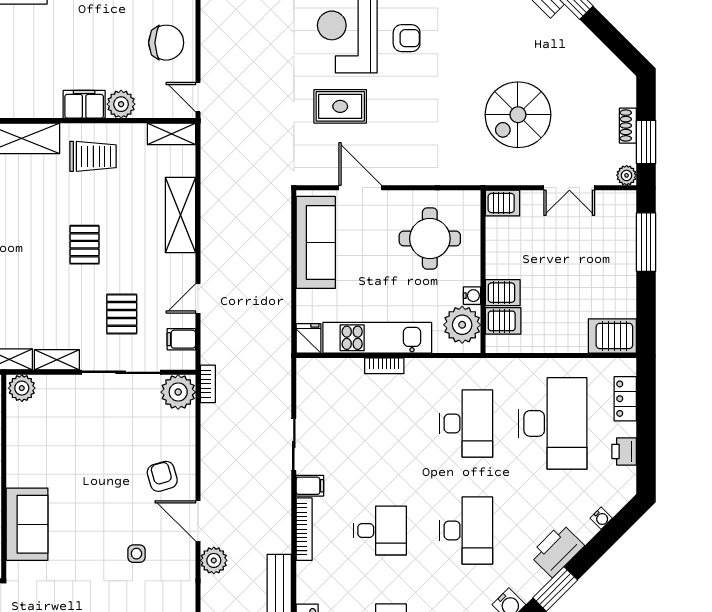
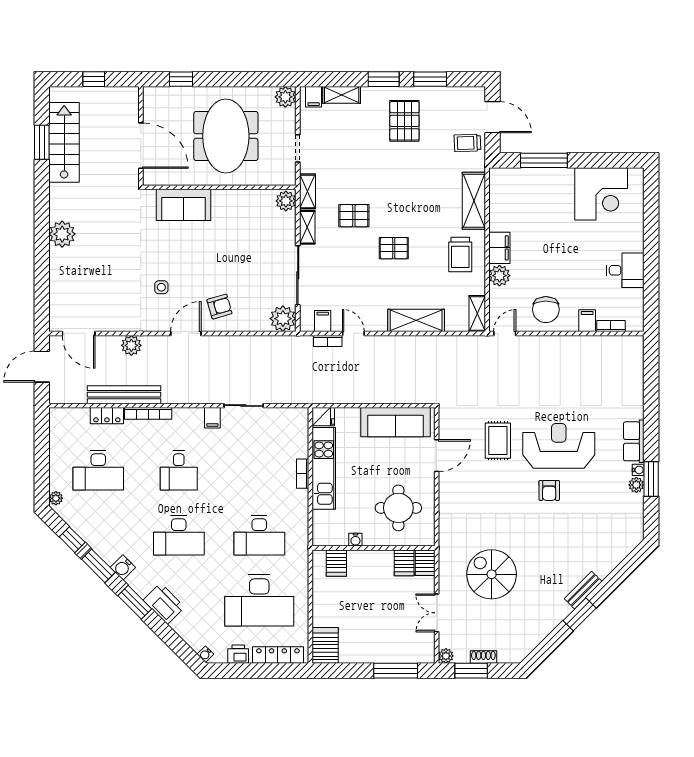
server rack: (503, 293) -> (404, 563), moved
pallet: (122, 314) -> (354, 216), moved
plant: (462, 325) -> (334, 532), removed
bookcase: (208, 384) -> (328, 341), moved
locker: (625, 399) -> (278, 655), width x1.53
water cooler: (601, 518) -> (205, 654), moved
bookcase: (304, 529) -> (148, 413), moved
plant: (214, 560) -> (131, 345), moved

